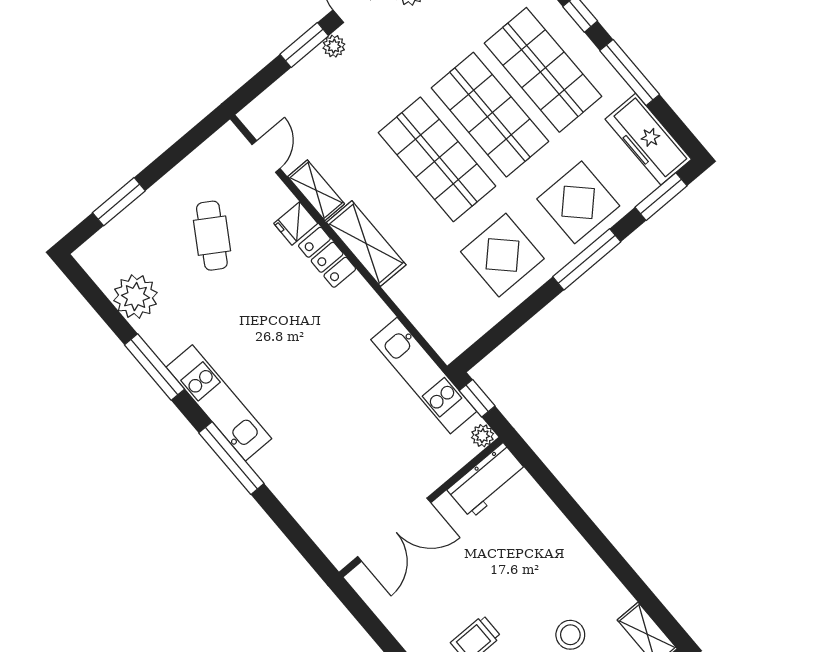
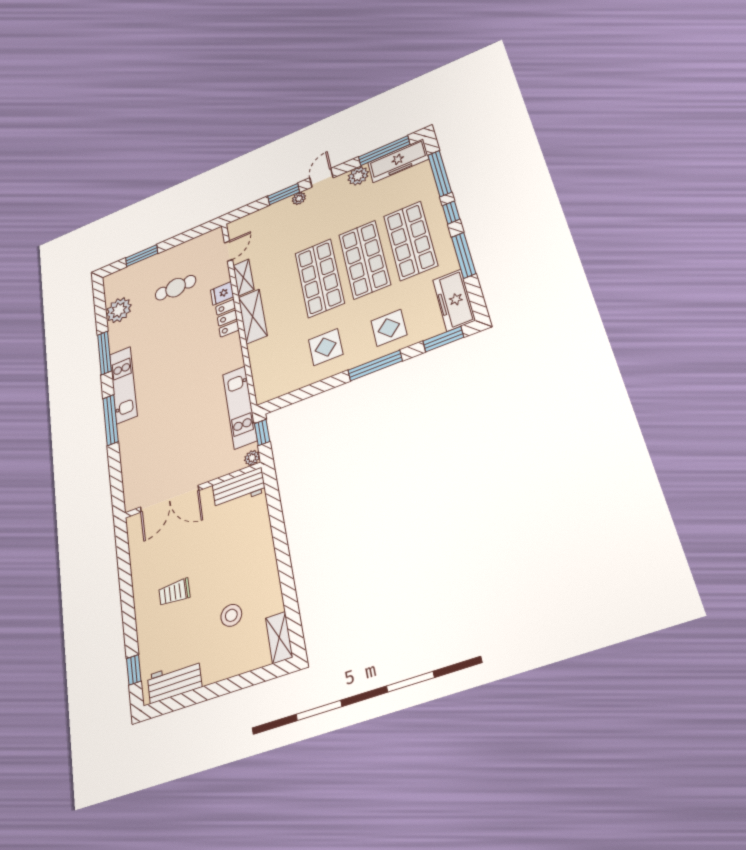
display table: (578, 202) -> (389, 328), width x0.73, depth x0.73
cafe table: (212, 236) -> (176, 288), turned 58
display table: (502, 255) -> (326, 347), width x0.73, depth x0.73

